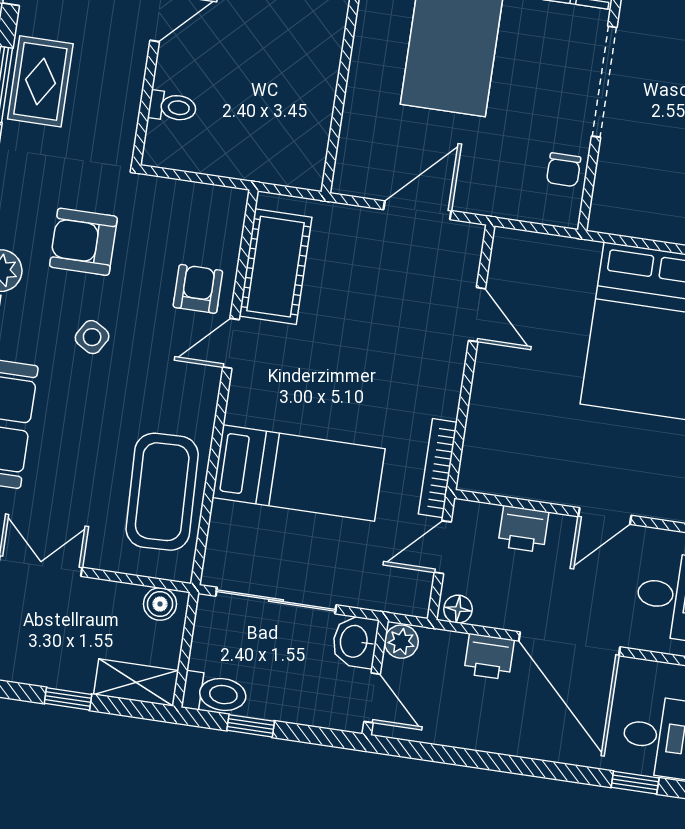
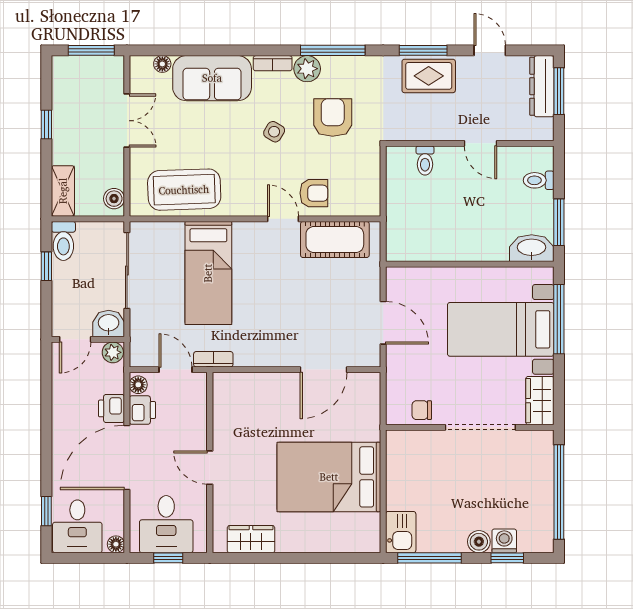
door: (477, 315) -> (324, 370), width x1.38
bookcase: (438, 468) -> (213, 359), width x0.64
printer: (523, 529) -> (142, 410), moved, turned 180
window: (68, 699) -> (46, 125), moved

